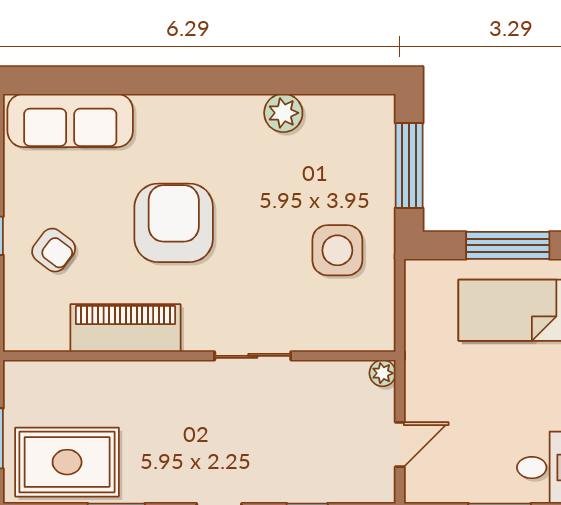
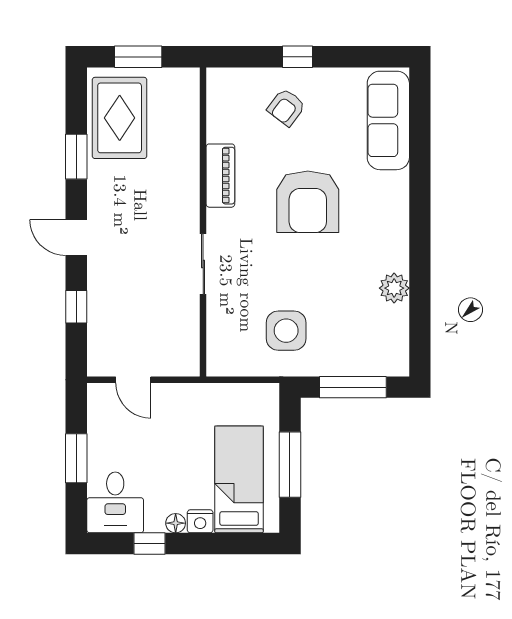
armchair: (174, 223) -> (308, 202), turned 90
piano: (126, 328) -> (220, 176), width x0.73, depth x0.75
plant: (383, 373) -> (189, 366), removed

